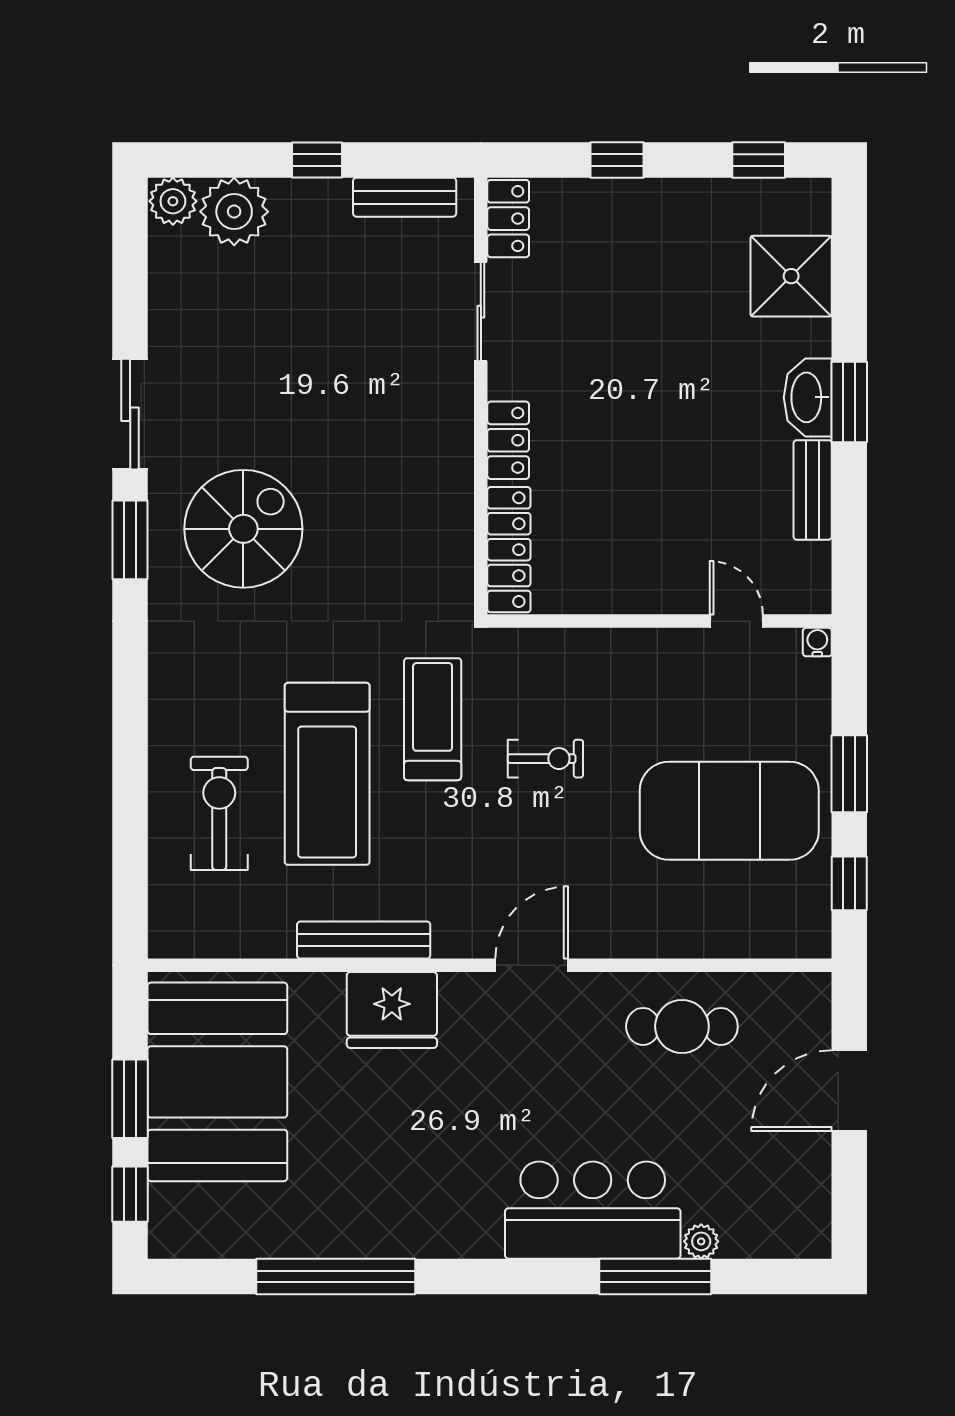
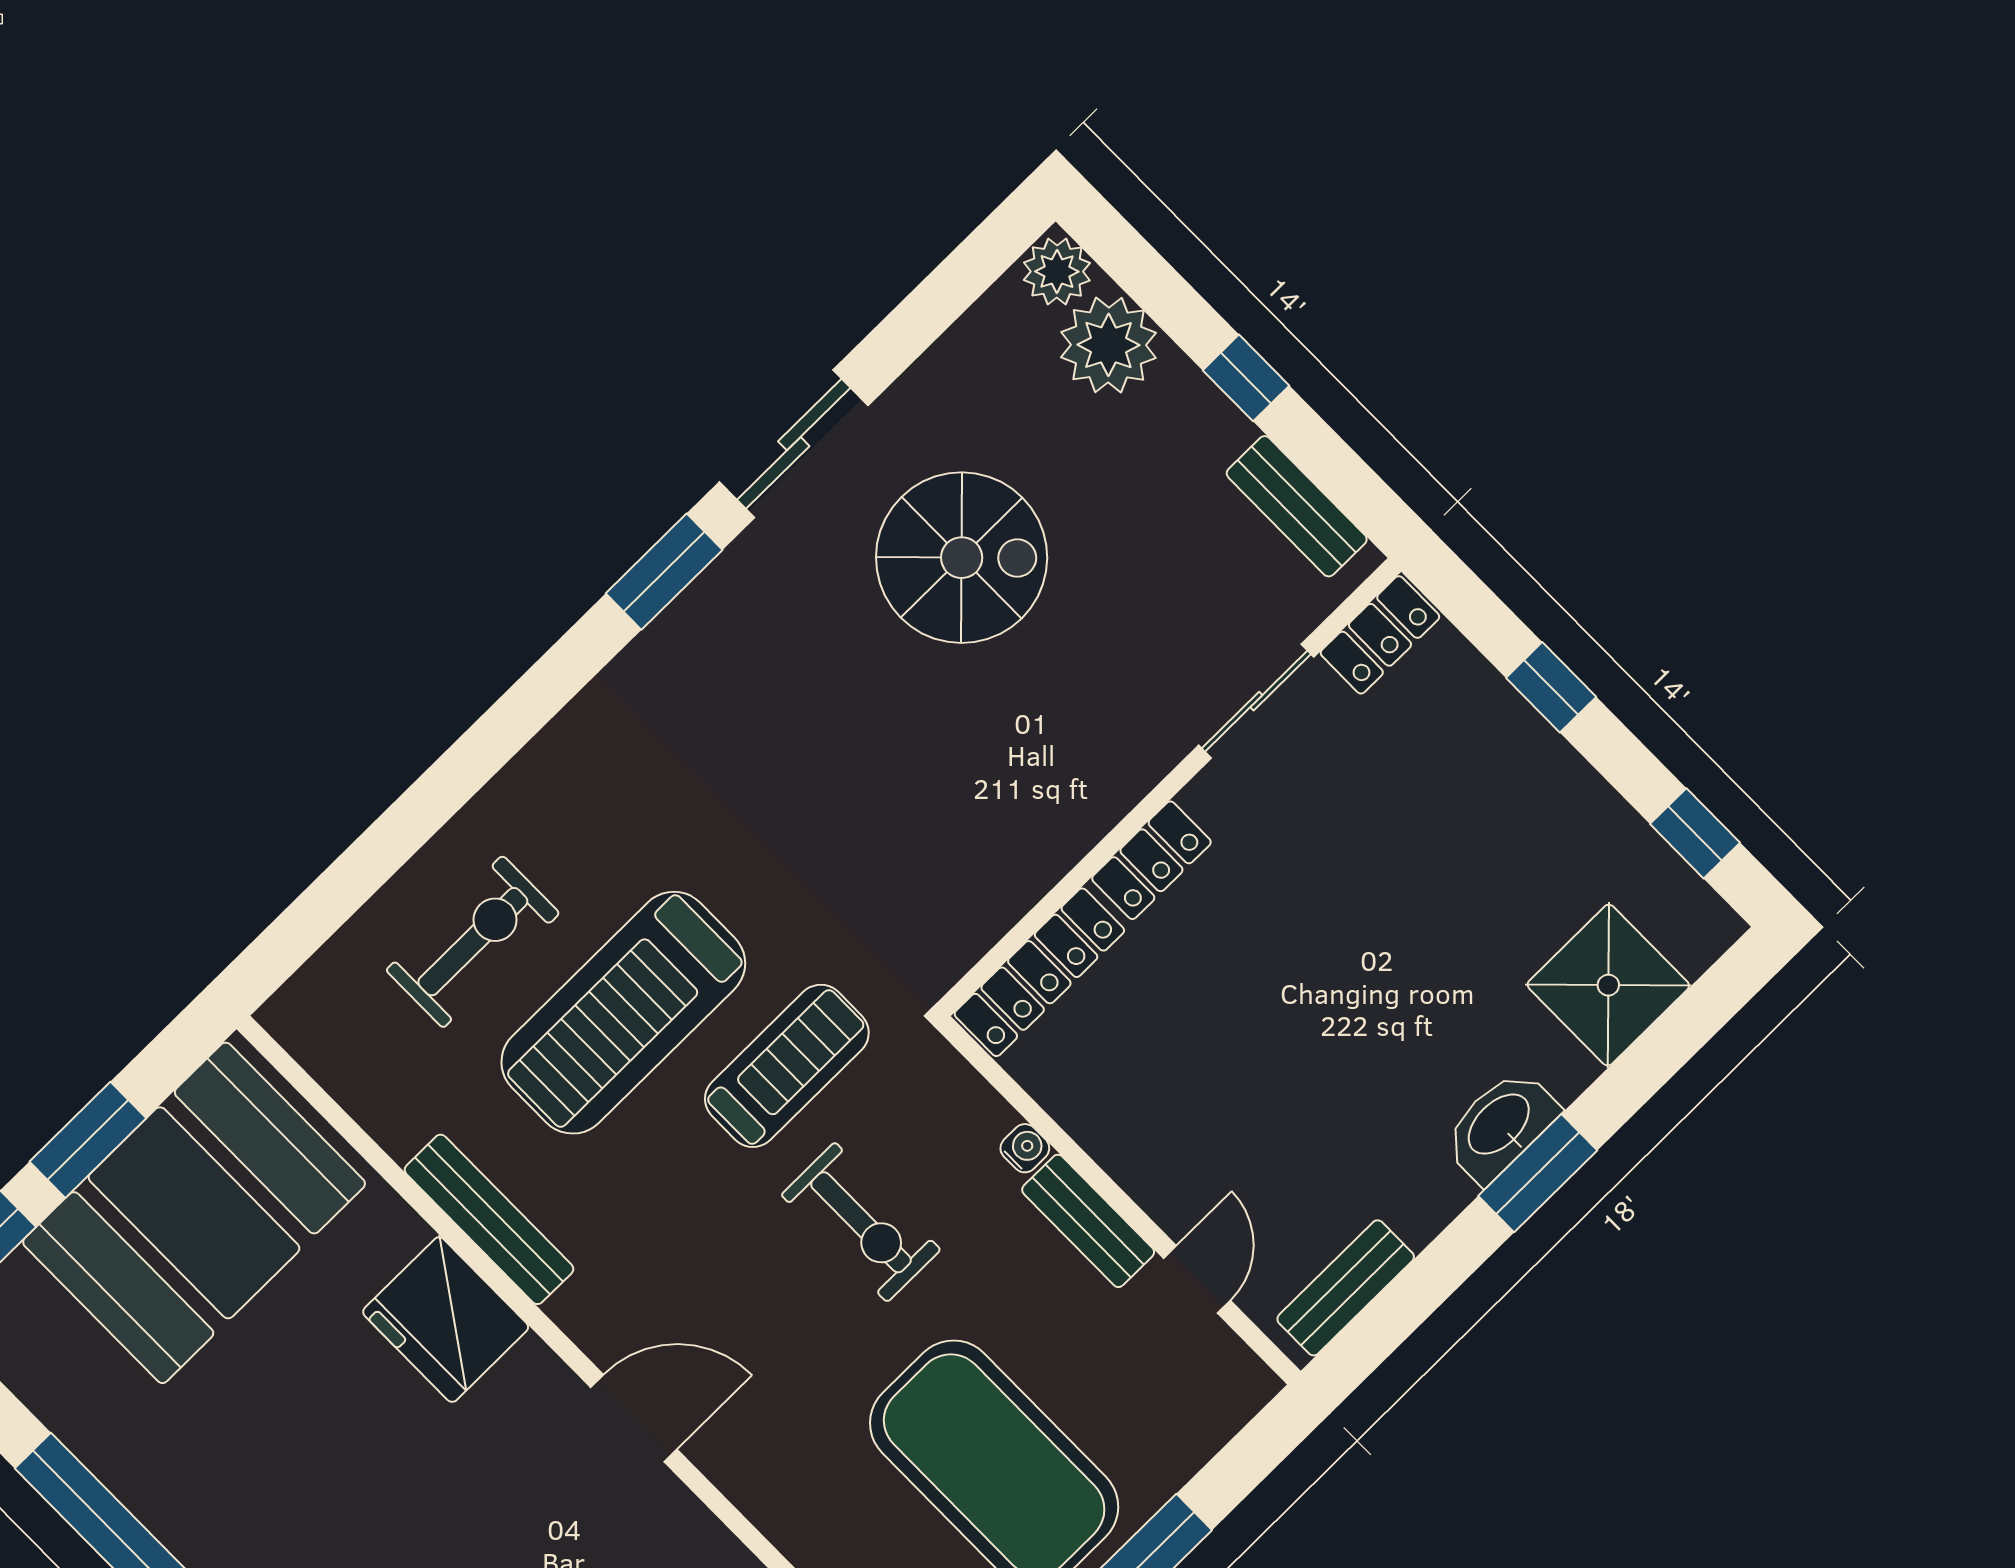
bench: (813, 490) -> (1346, 1288), moved
spiral stairs: (243, 529) -> (962, 558), moved
water cooler: (817, 642) -> (1025, 1148), moved
bench: (655, 646) -> (1088, 1221), added
exercise bike: (545, 759) -> (861, 1222), width x1.38, depth x1.39

